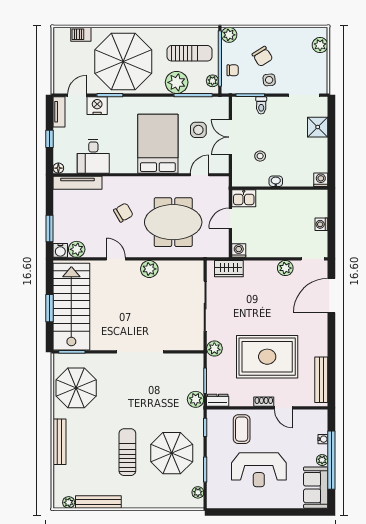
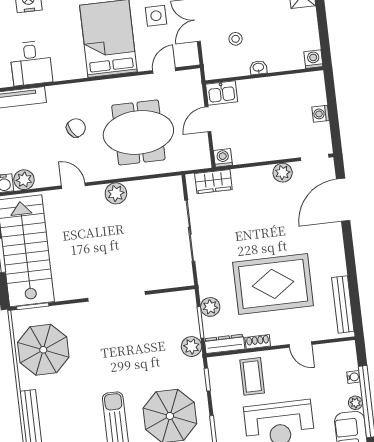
plant: (214, 349) -> (210, 307), moved
dresser: (218, 400) -> (225, 344), width x1.44
shoe rack: (264, 402) -> (258, 342), moved

